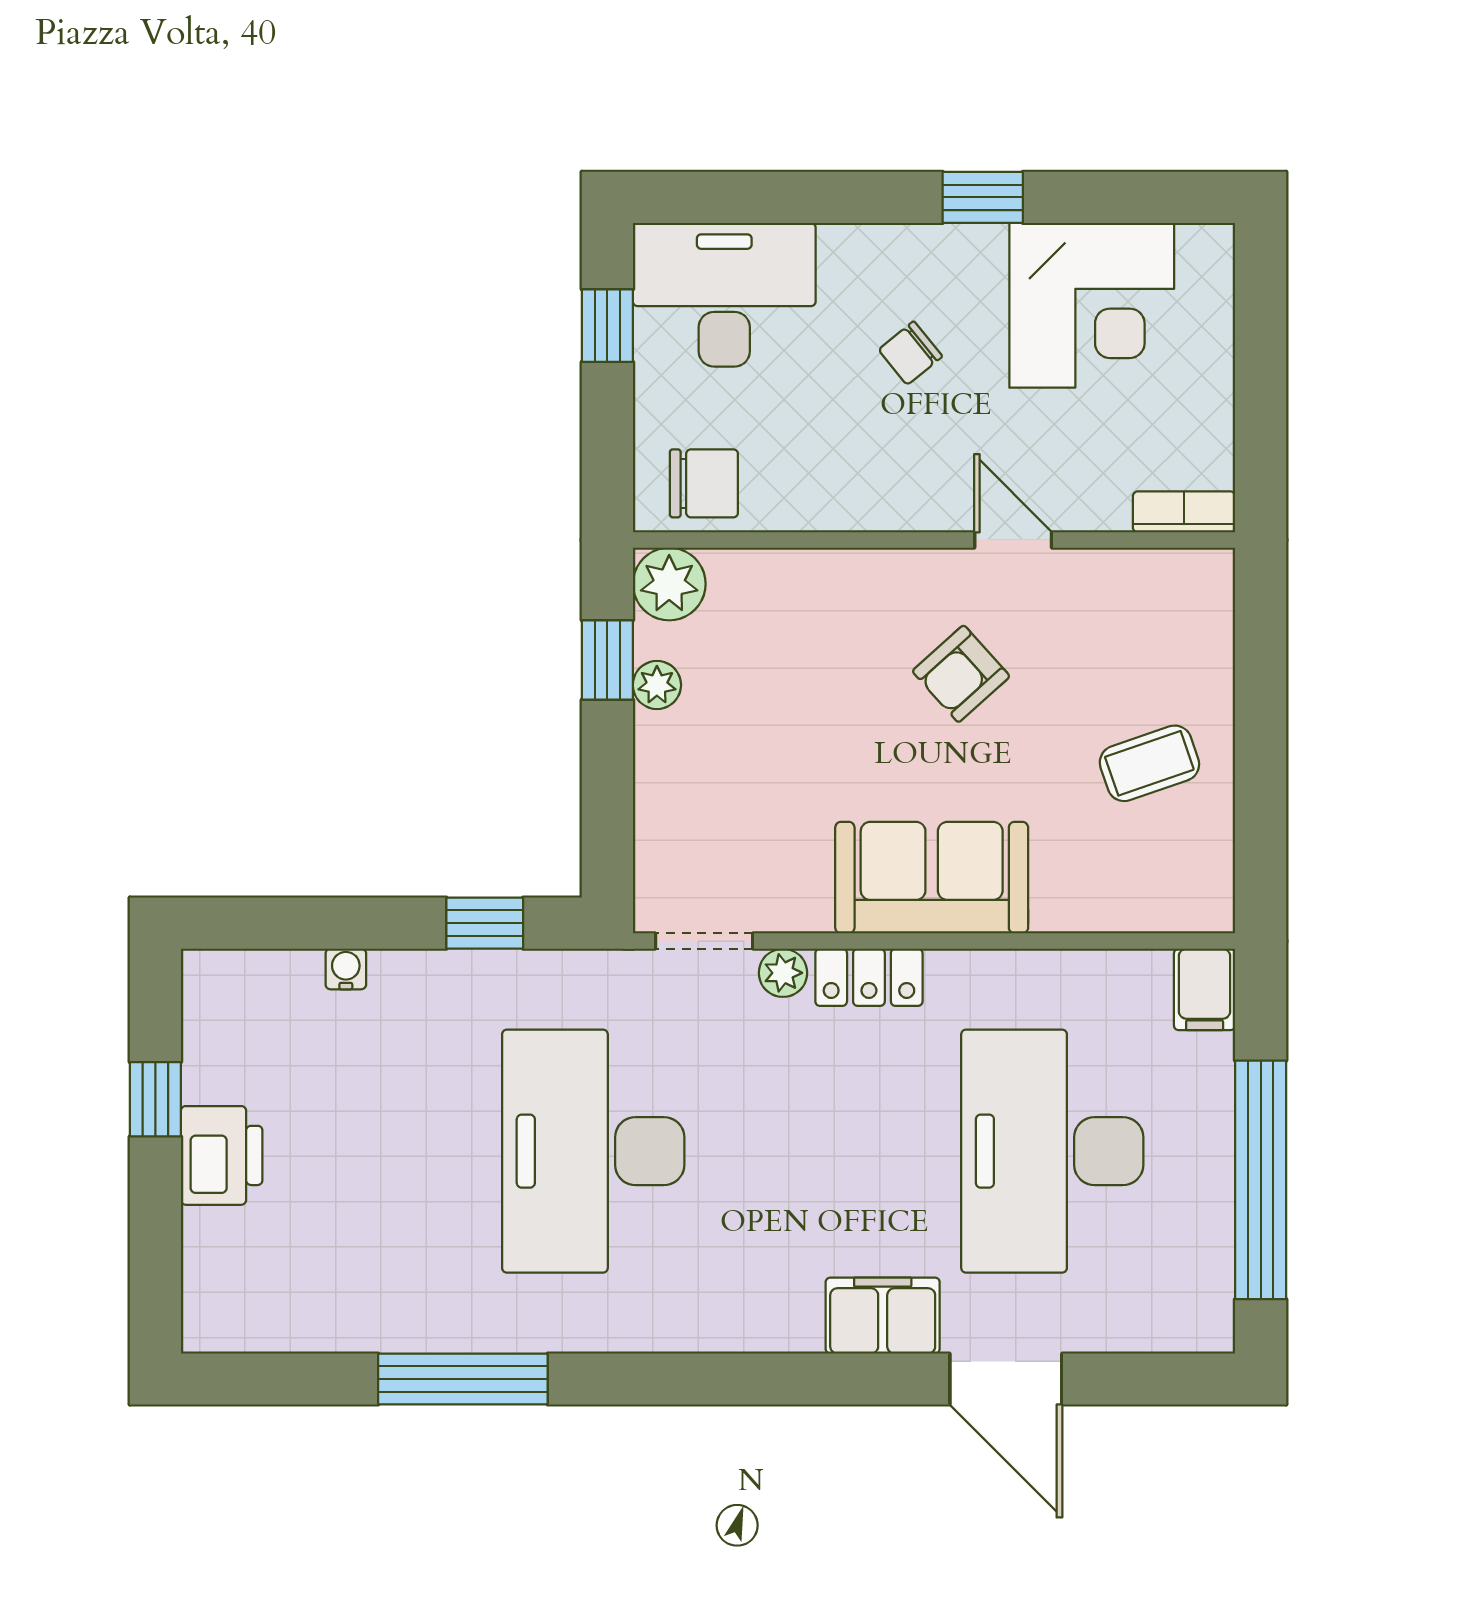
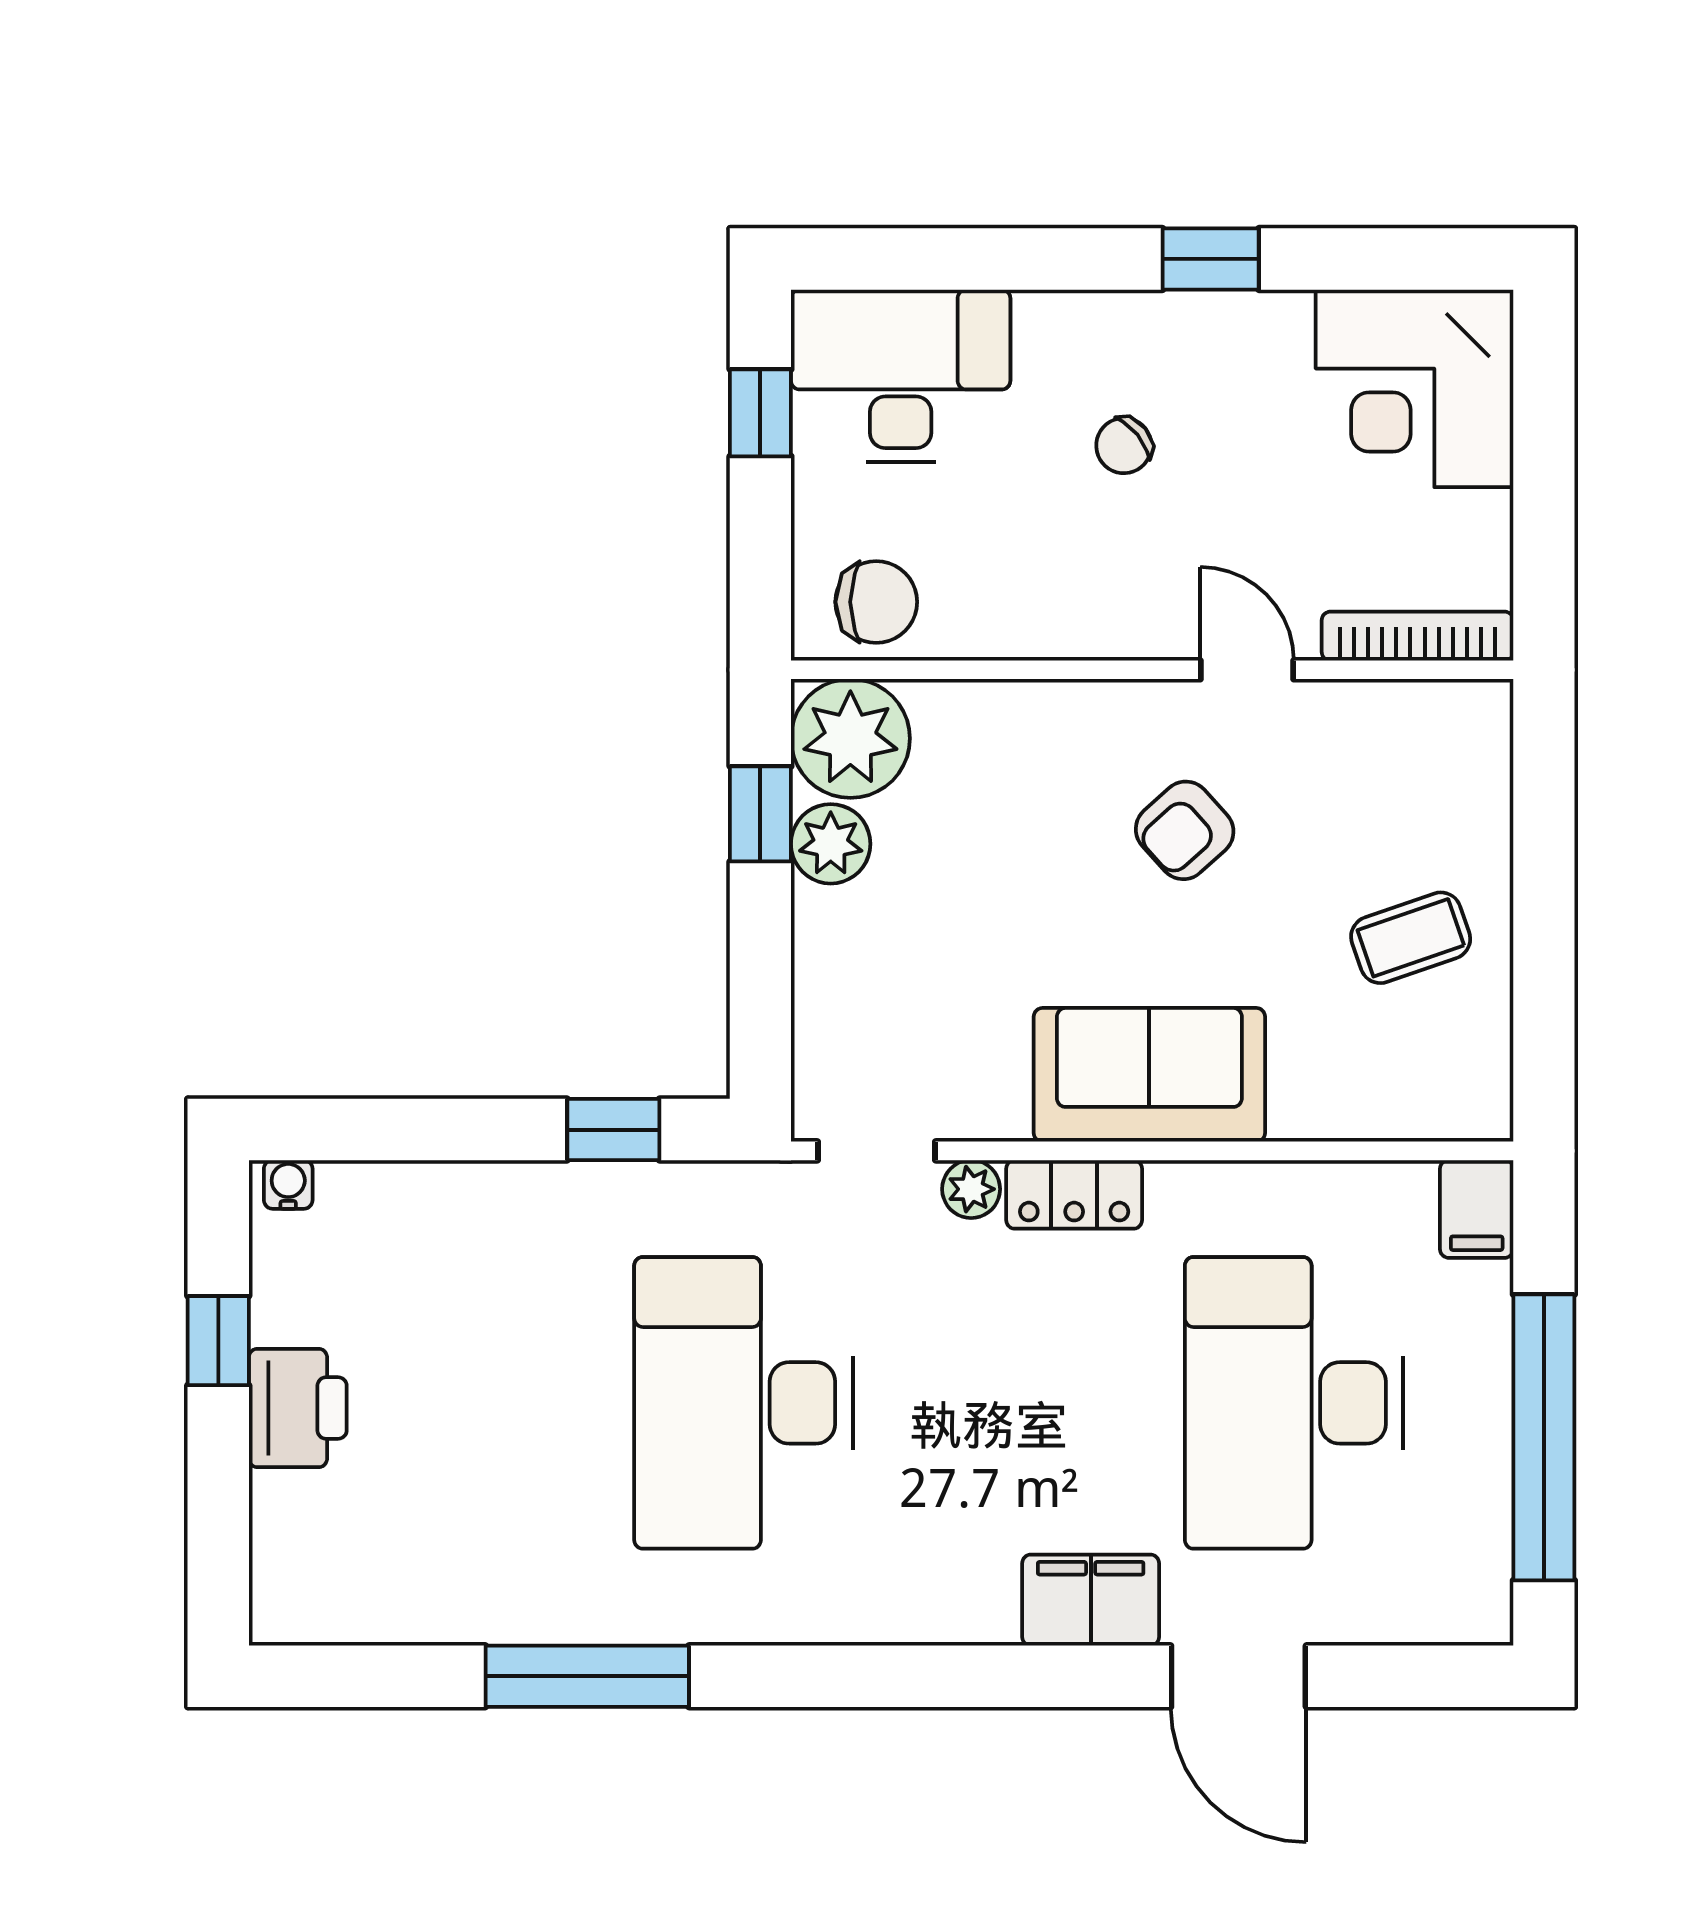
corner desk: (1092, 305) -> (1415, 388), moved, turned 90
bookcase: (1184, 512) -> (1418, 636), width x1.56
plant: (669, 584) -> (850, 738), width x1.36, depth x1.36
plant: (657, 685) -> (831, 844), width x1.38, depth x1.38
water cooler: (346, 969) -> (288, 1184), moved

